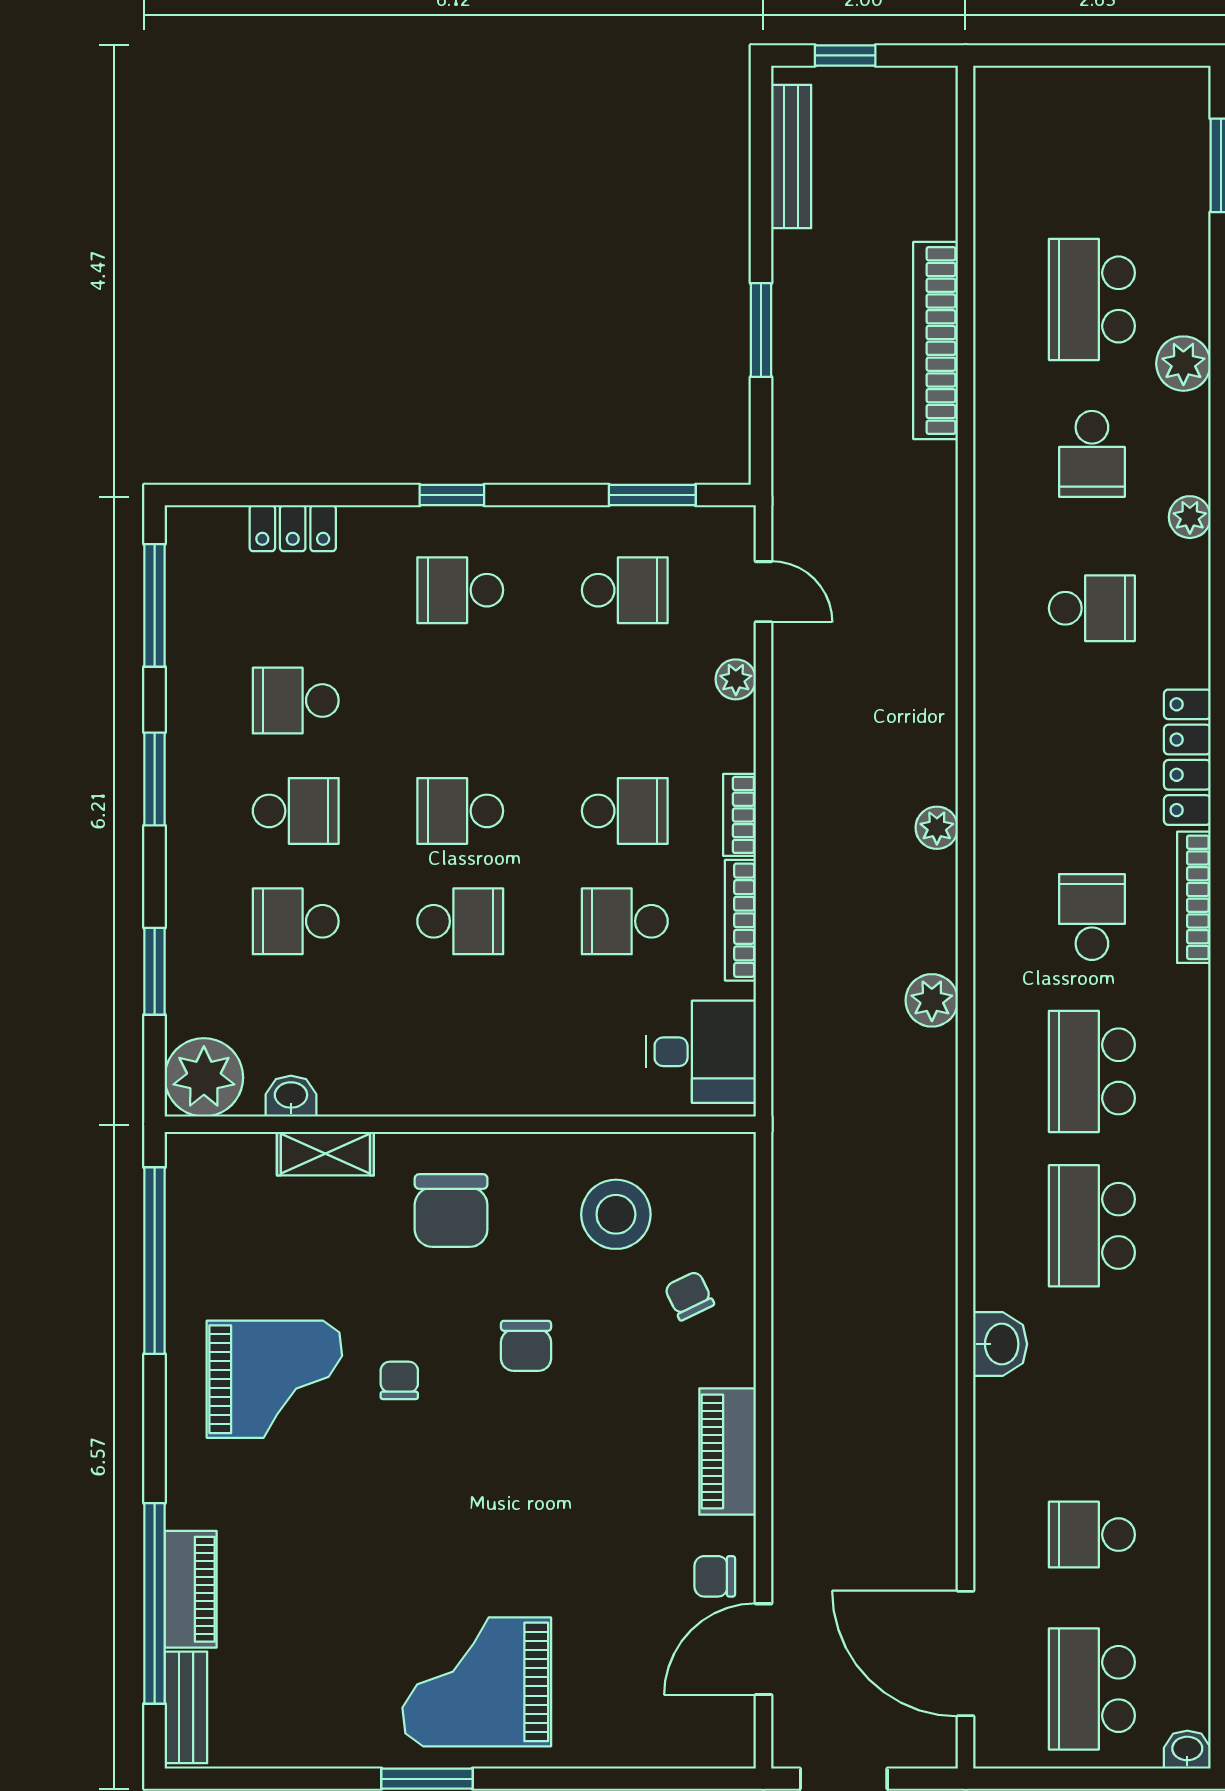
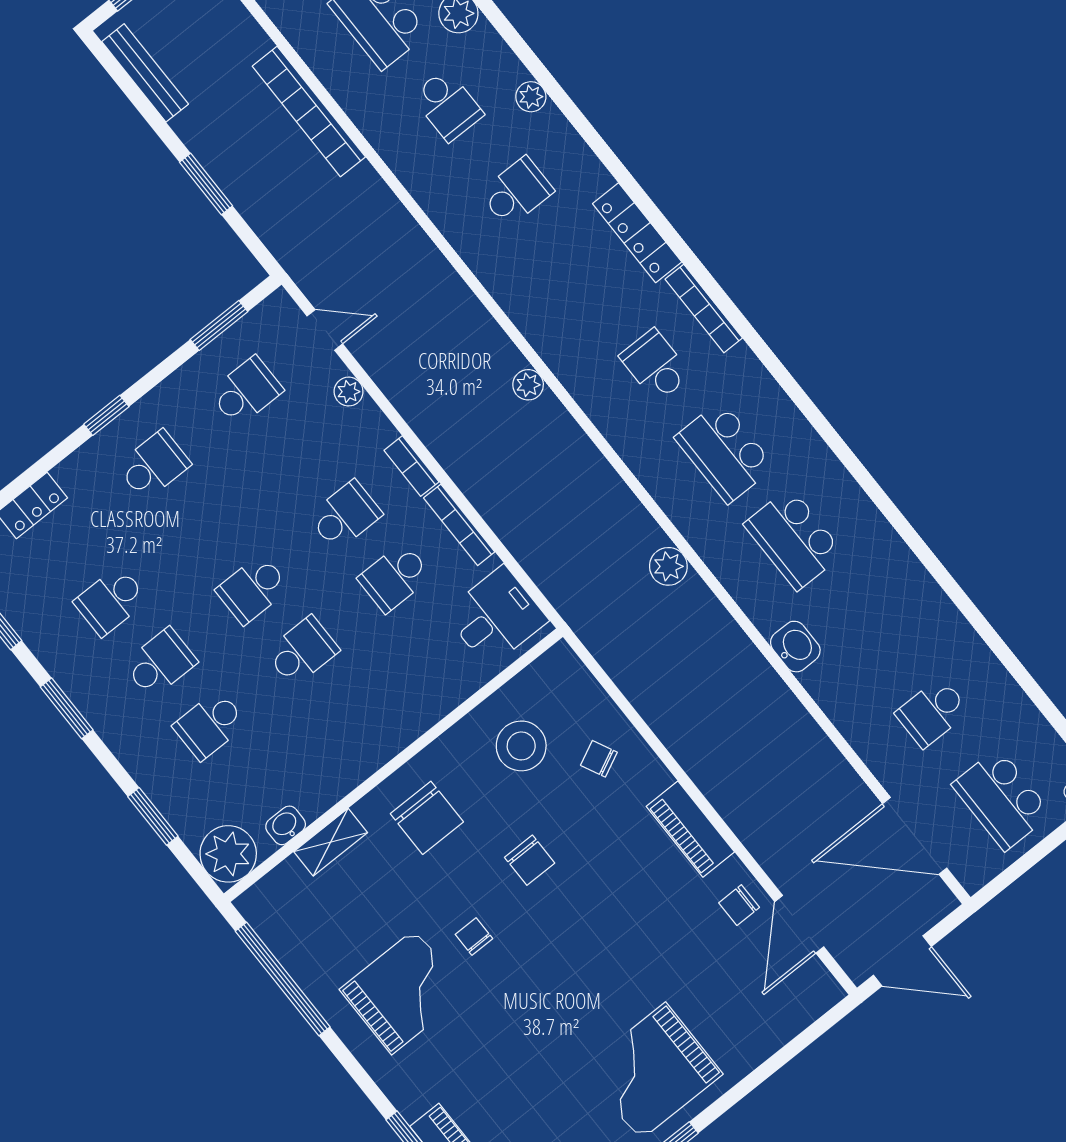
school desk: (460, 590) -> (154, 465), turned 180
plant: (932, 1000) -> (668, 566), moved

